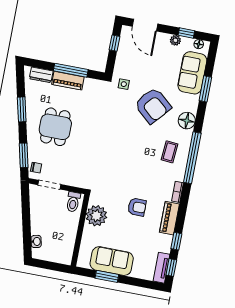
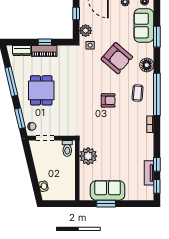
plant: (122, 66) -> (86, 31), added
window: (71, 70) -> (45, 42), width x0.46
window: (22, 109) -> (11, 81), width x1.44
armchair: (137, 207) -> (108, 100), moved
piano: (169, 218) -> (148, 147), removed
tv unit: (162, 268) -> (149, 173), moved

